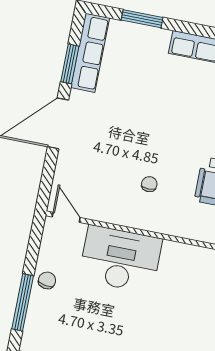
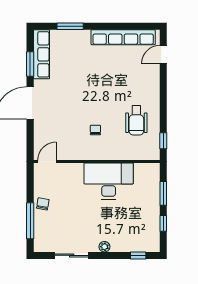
door: (66, 217) -> (47, 161), hinge flipped
desk: (120, 259) -> (109, 181), moved

